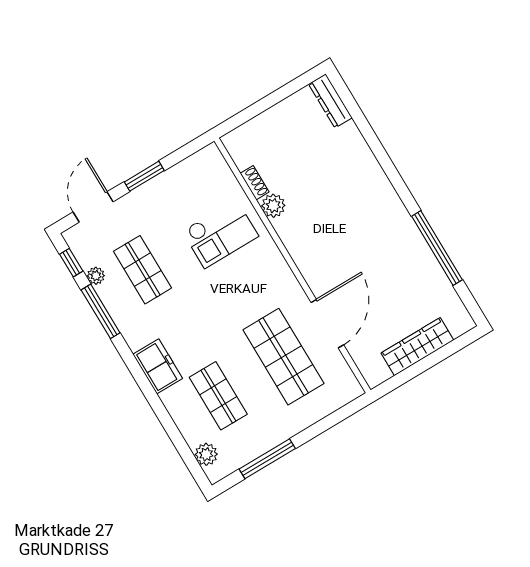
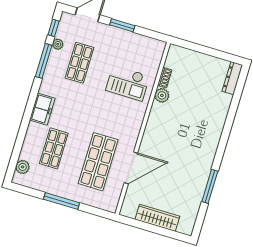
window: (437, 248) -> (210, 186), width x0.68
window: (267, 459) -> (62, 201), moved

